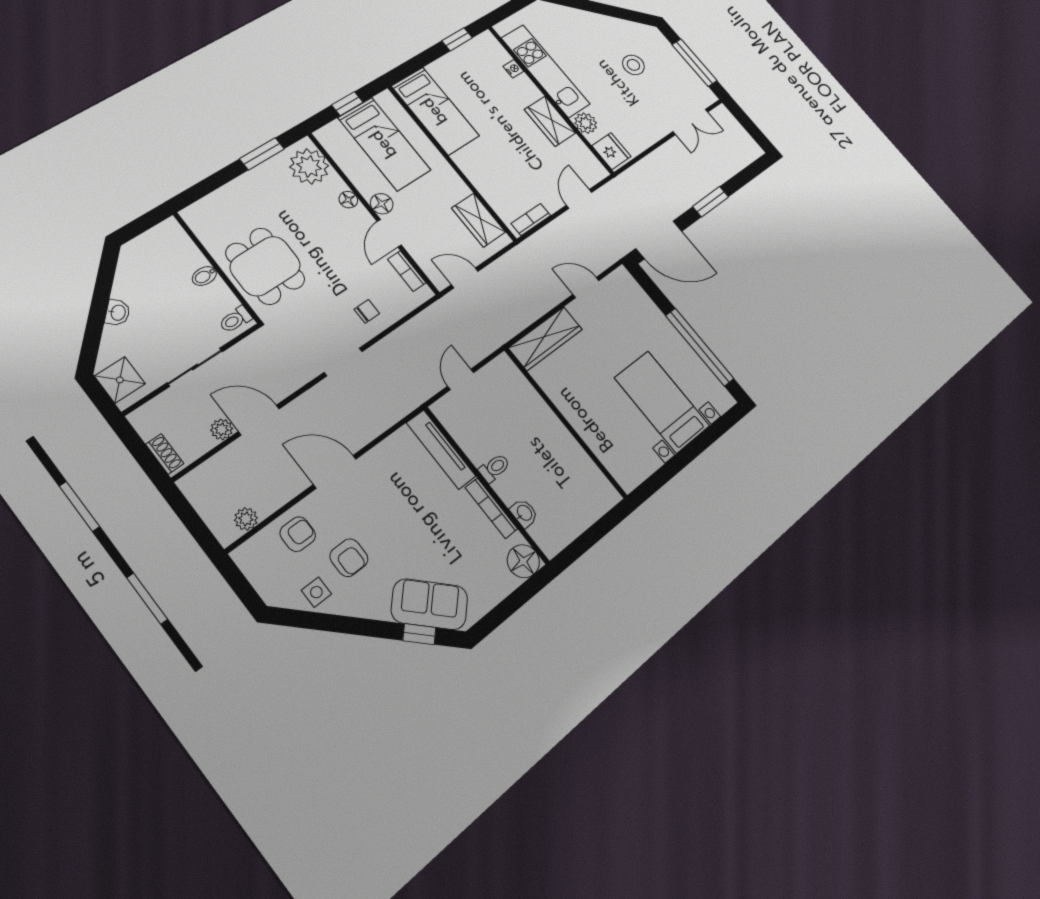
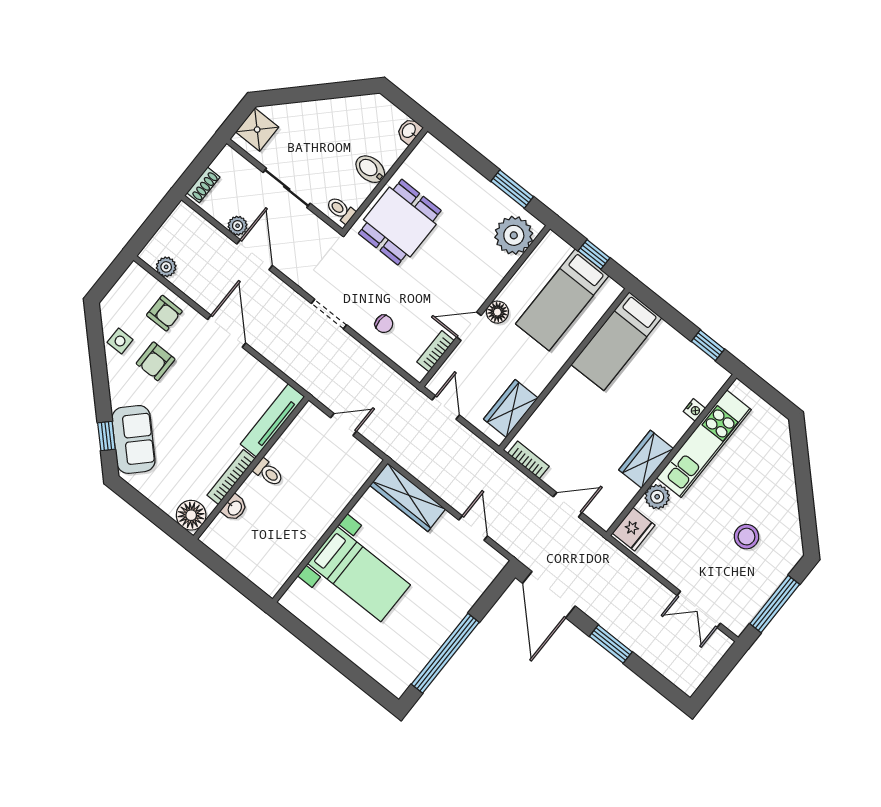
floor lamp: (348, 200) -> (491, 280), removed
bidet: (204, 276) -> (370, 169), width x1.38, depth x1.36
washbasin: (118, 313) -> (409, 131), moved, turned 135
bed with nightstands: (662, 402) -> (359, 574), moved, turned 90

